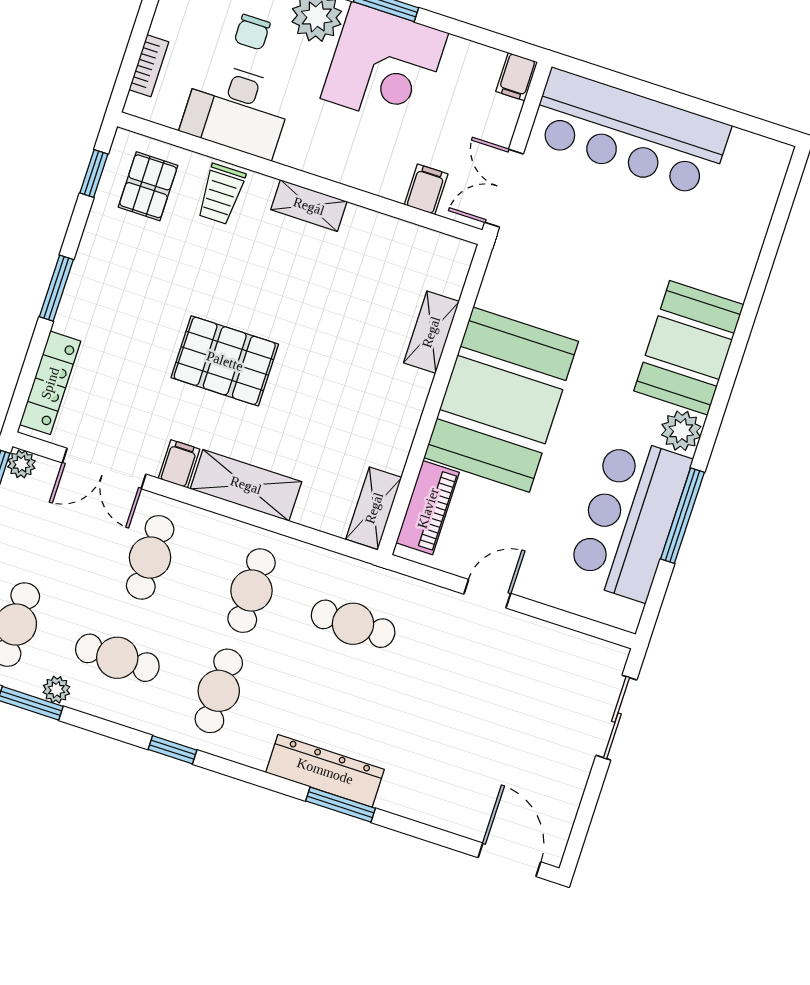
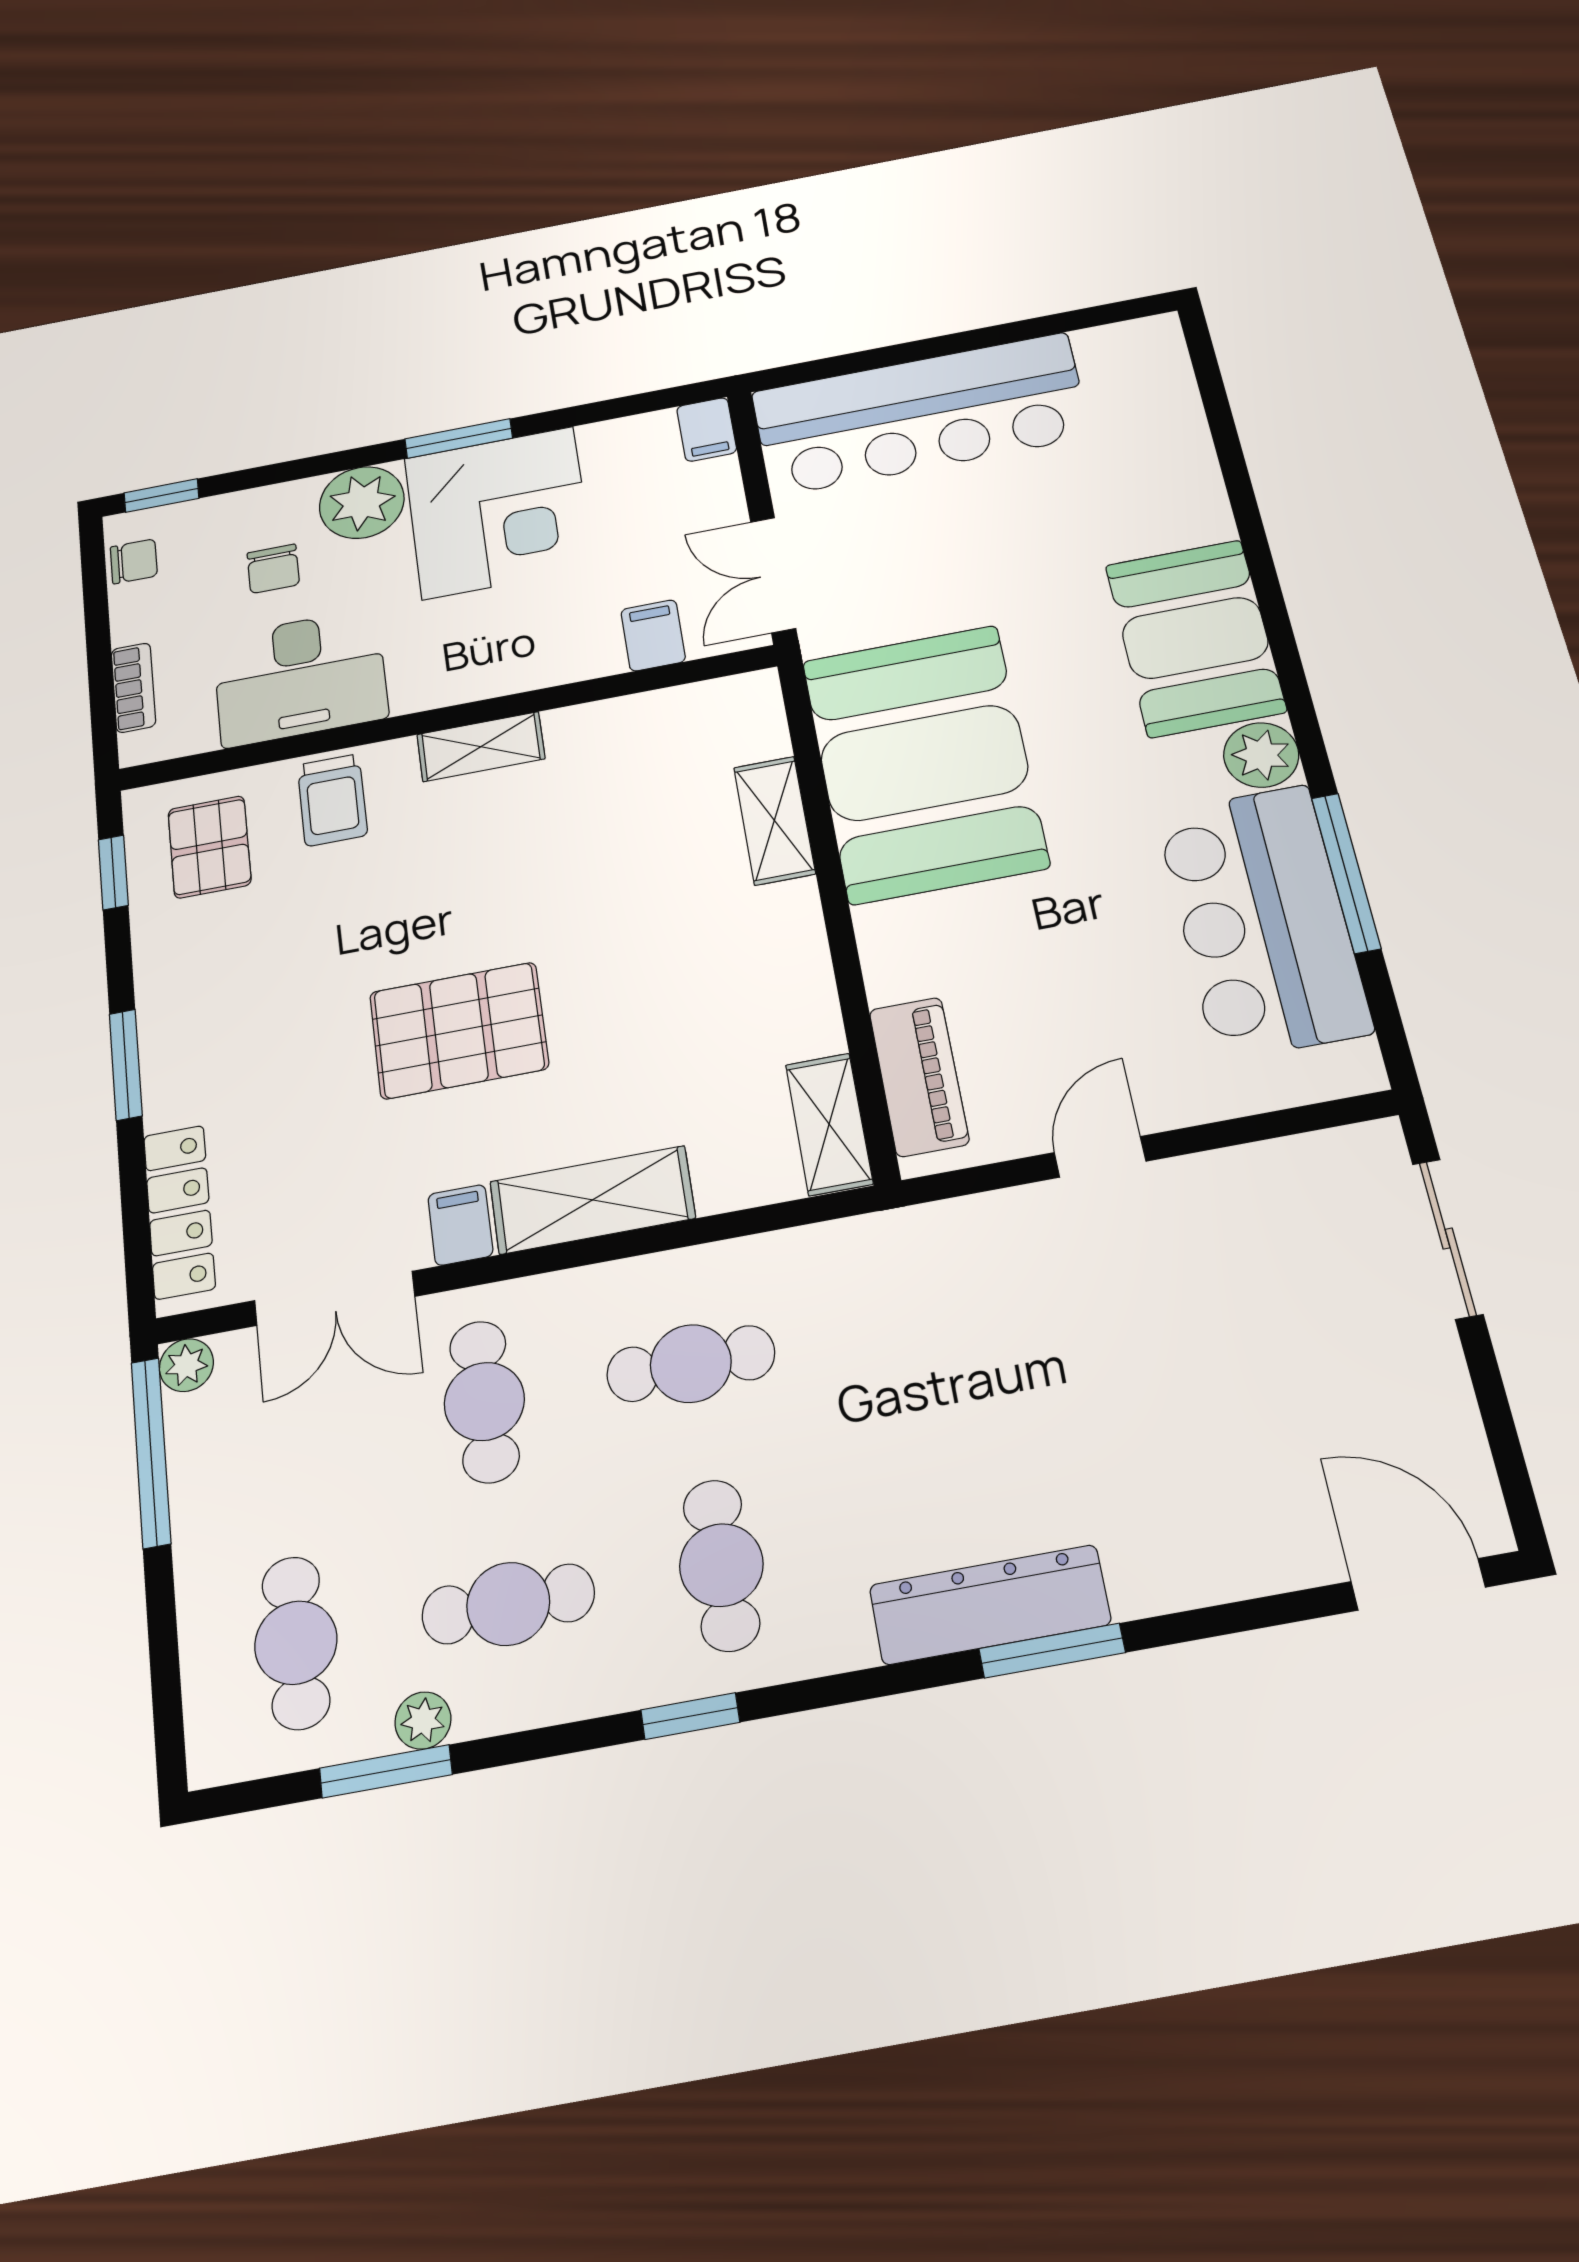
booth: (501, 400) -> (924, 763), moved
cafe table: (252, 591) -> (691, 1364), turned 90
cafe table: (353, 624) -> (898, 1325), removed

